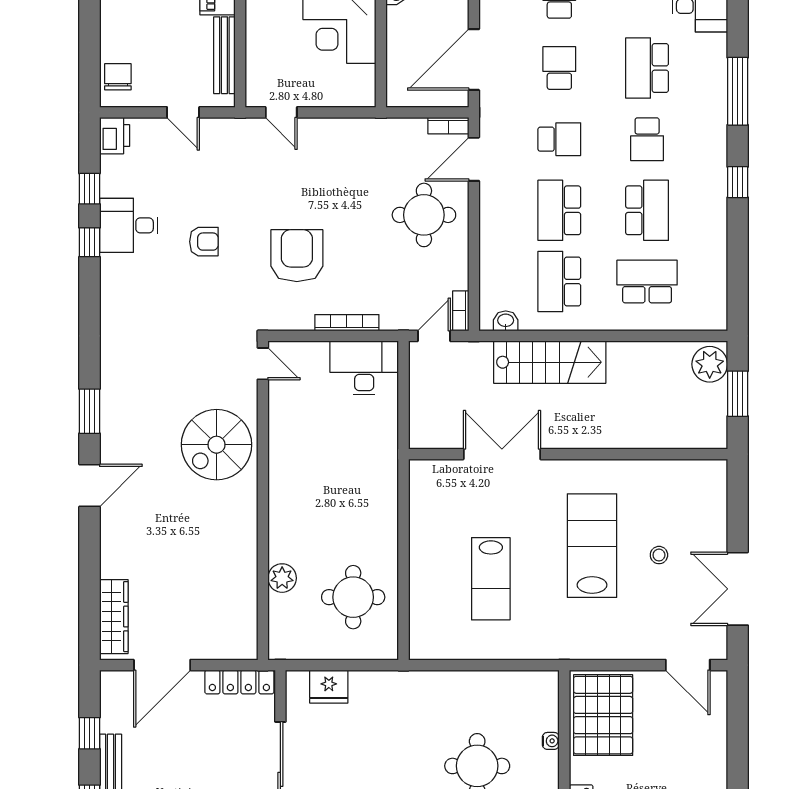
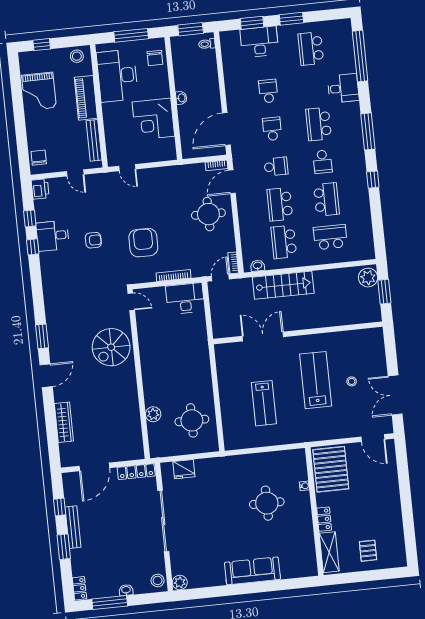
wardrobe: (114, 617) -> (64, 422), moved

